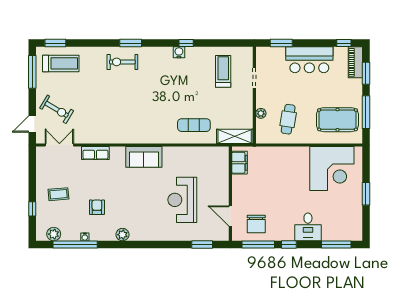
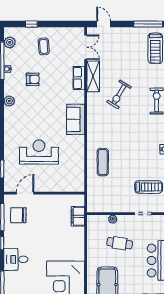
exercise bike: (57, 109) -> (119, 94), moved
cafe table: (288, 119) -> (120, 243), moved
shelving: (235, 136) -> (93, 76), moved
filing cabinet: (239, 163) -> (78, 216), moved, turned 90

